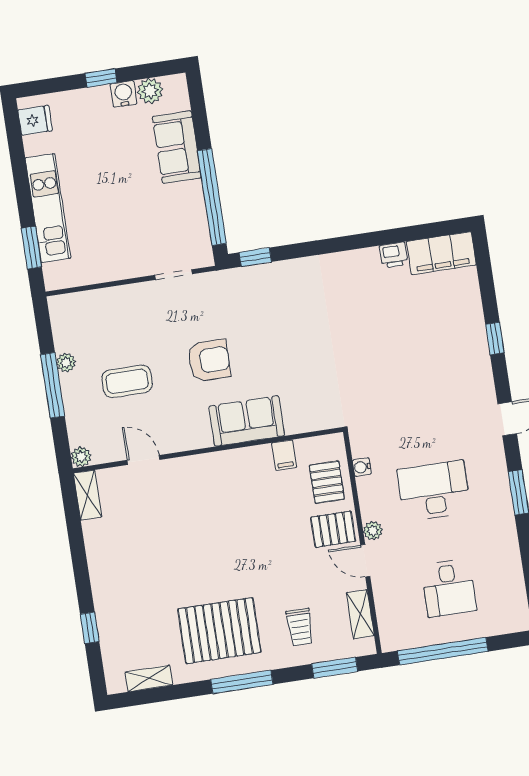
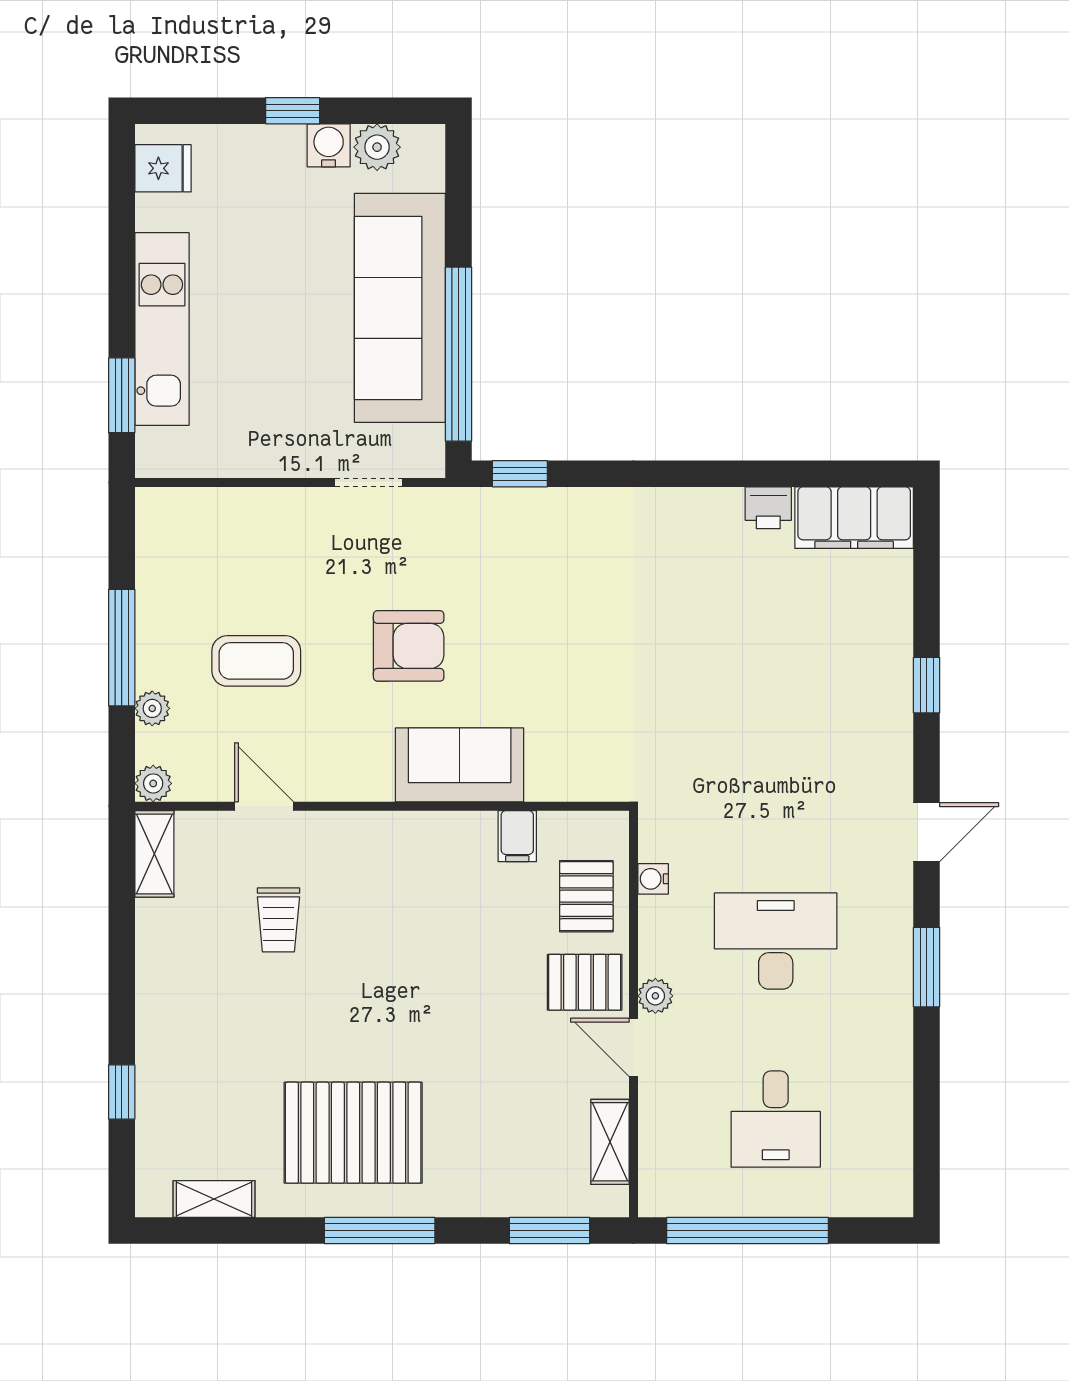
sofa: (177, 147) -> (400, 308), width x1.85, depth x1.27
plant: (66, 363) -> (152, 708), moved
trolley: (300, 627) -> (278, 920), moved

